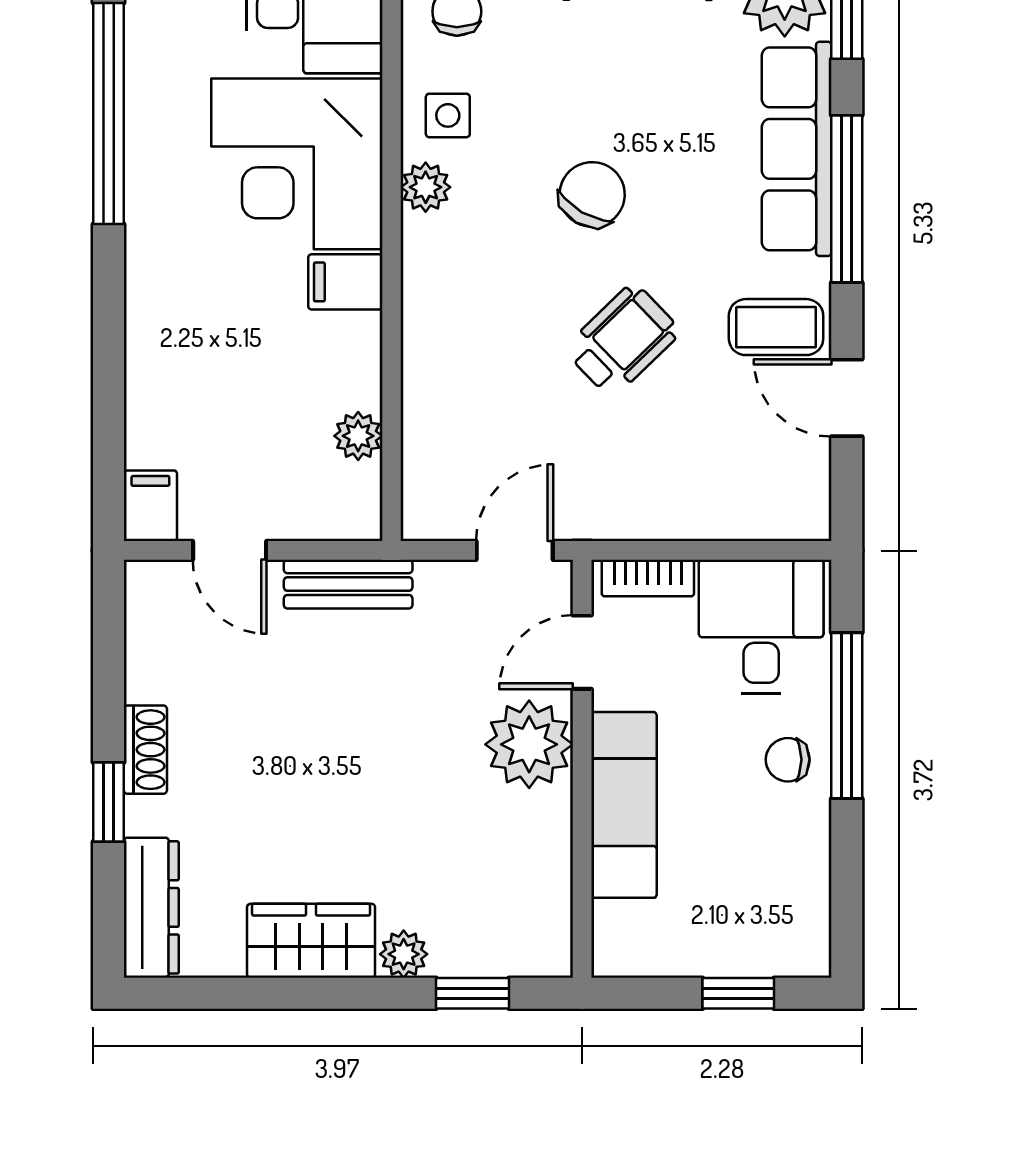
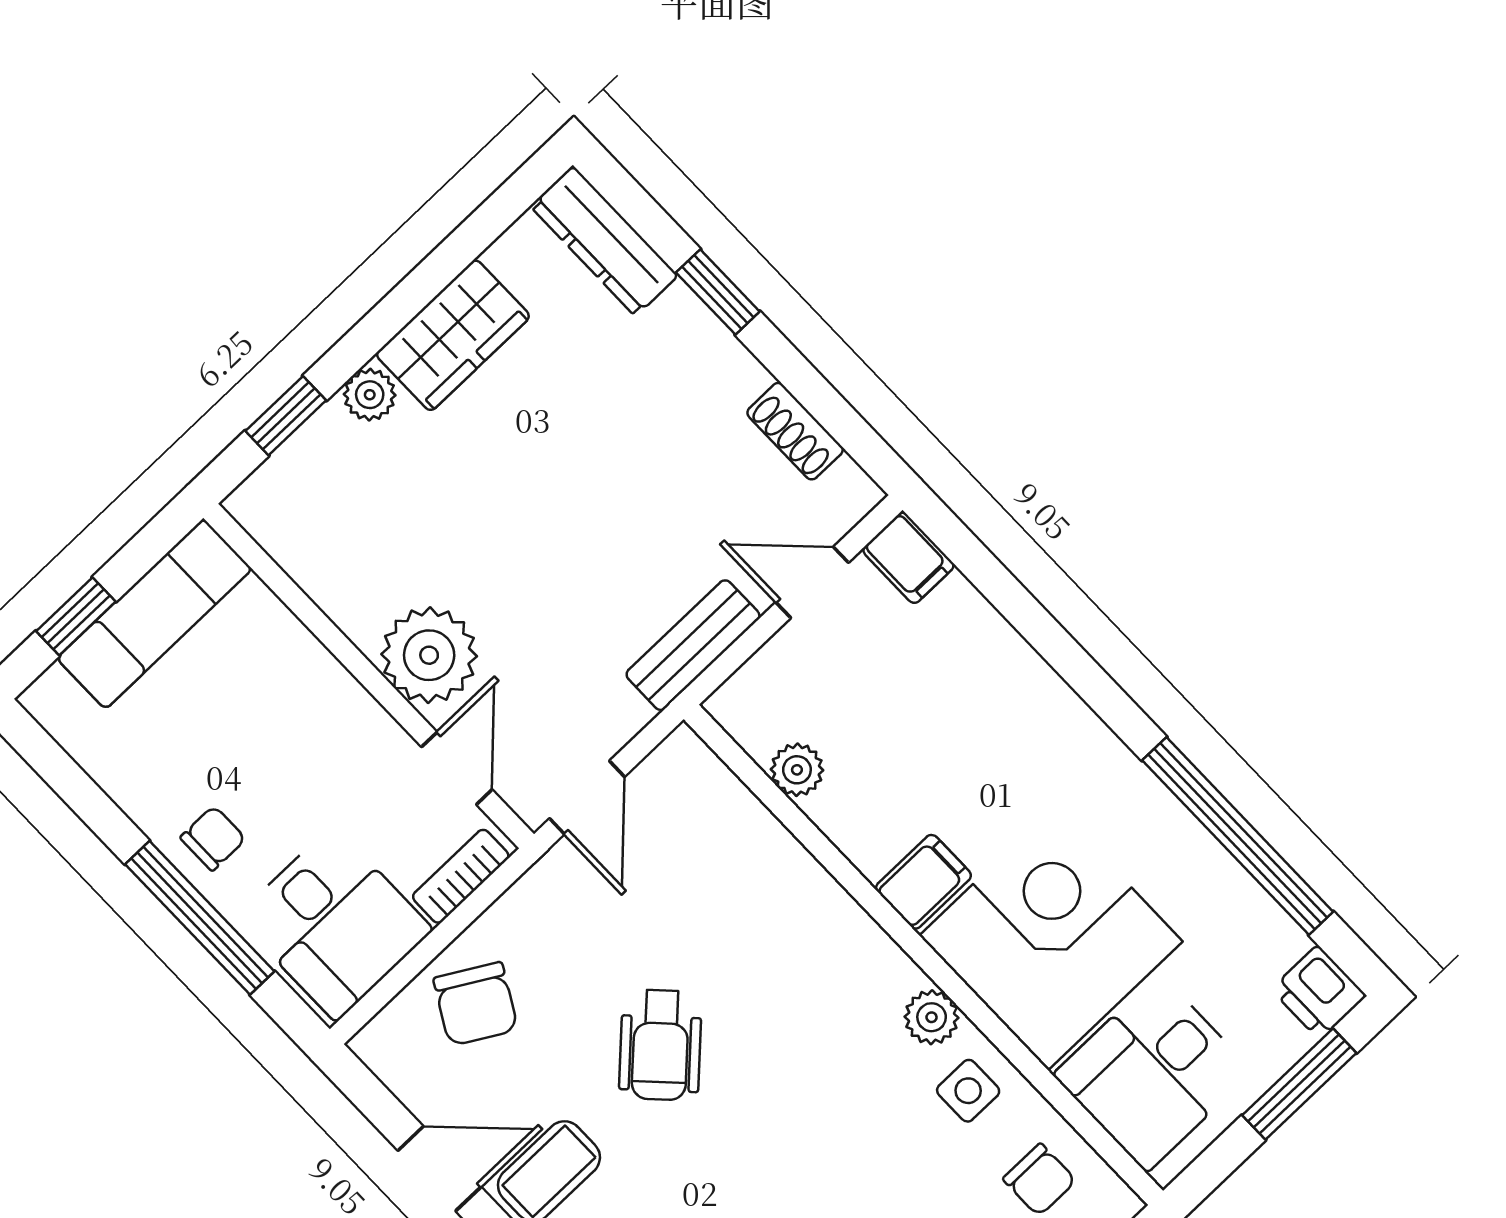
chair: (592, 194) -> (476, 1004), moved
shoe rack: (145, 750) -> (795, 431), moved
exam couch: (624, 805) -> (154, 614), moved, turned -90

